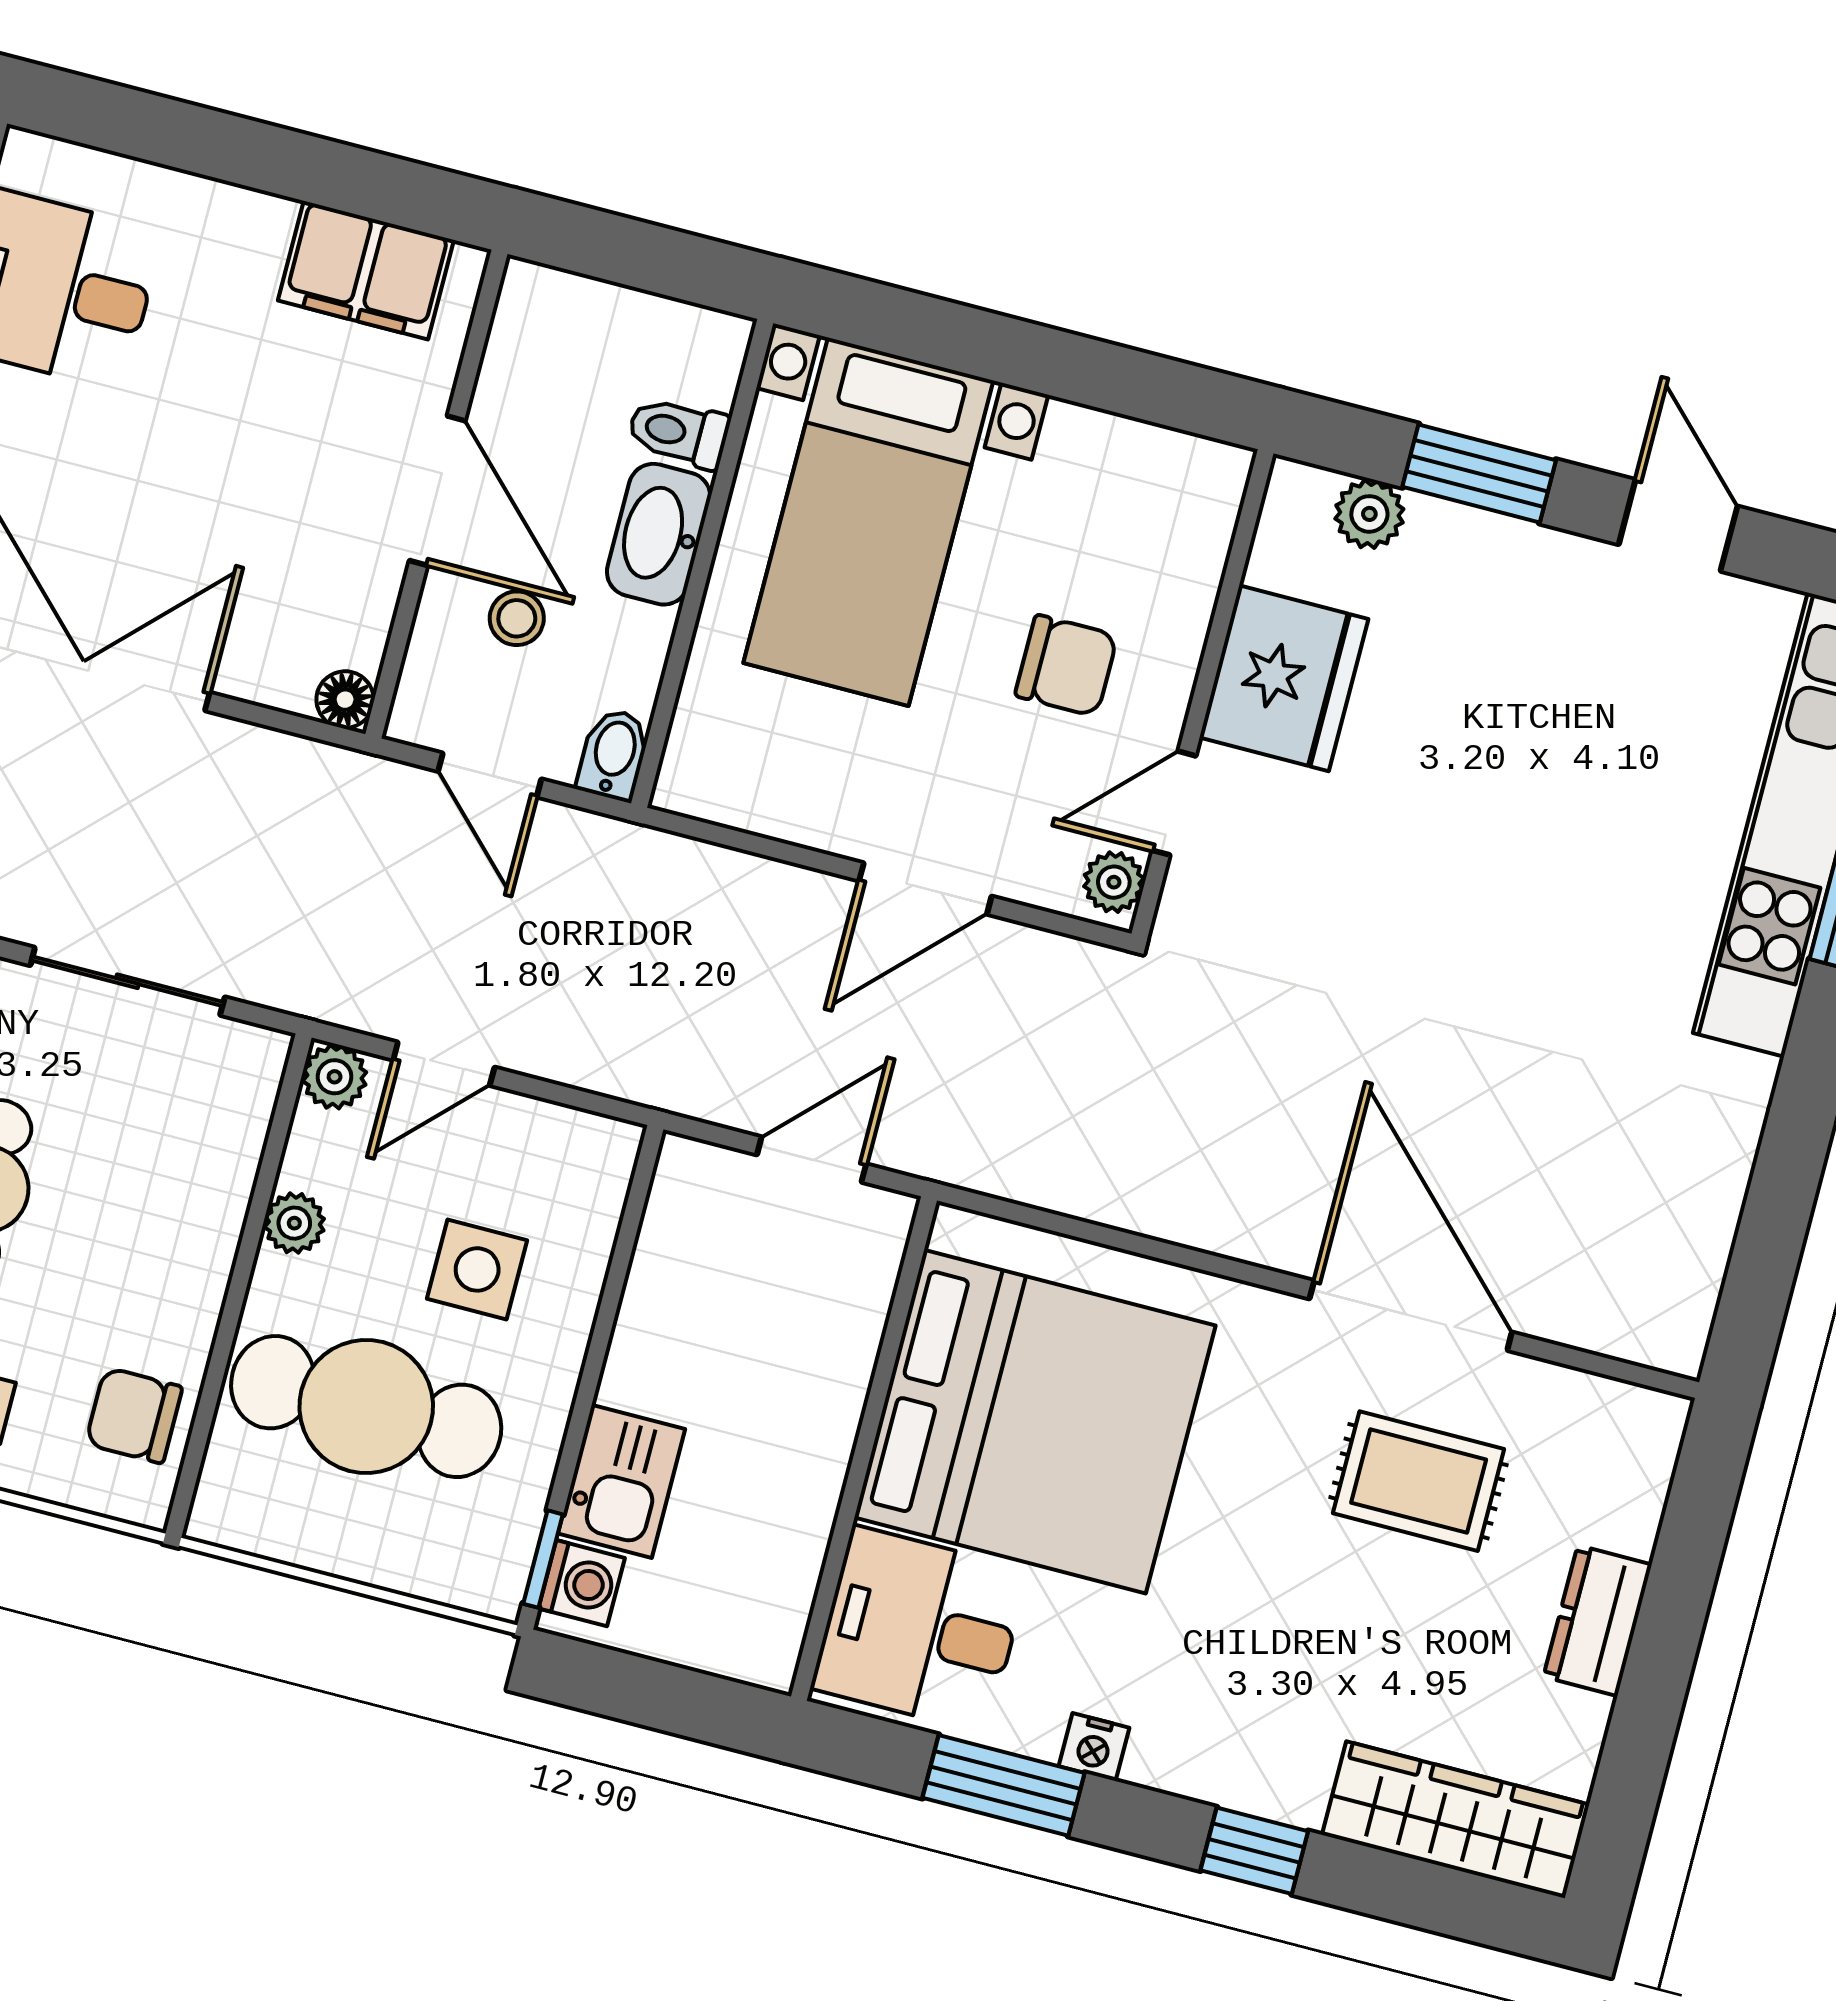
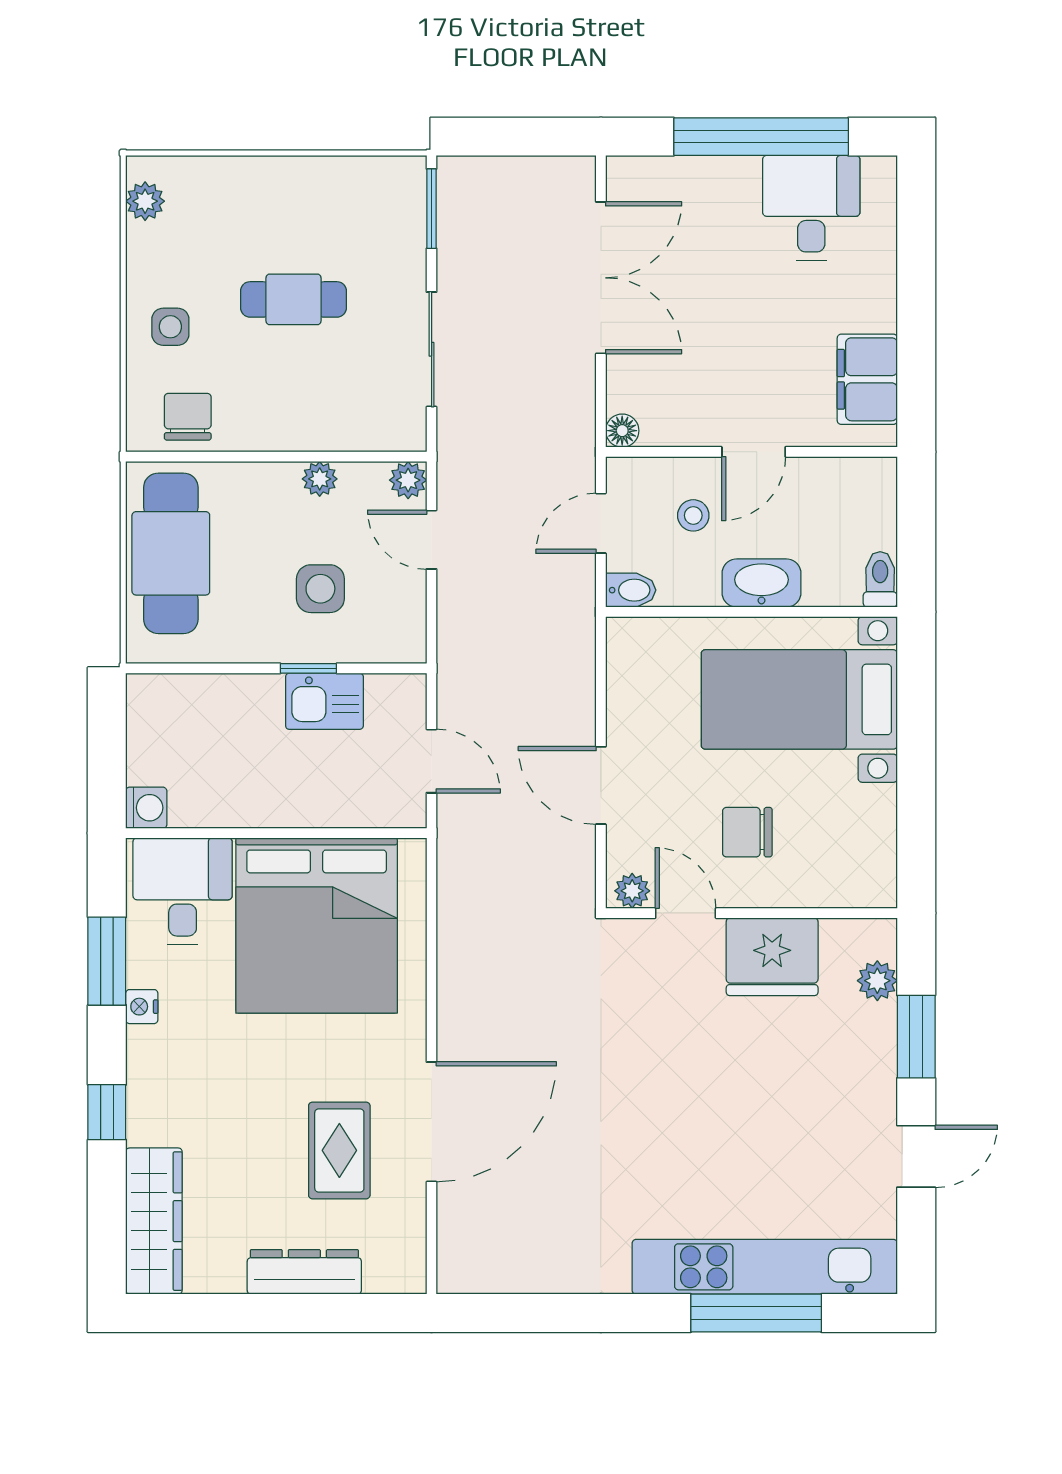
toilet: (679, 432) -> (880, 579), moved
door: (437, 491) -> (754, 452), width x0.73
chair: (1066, 666) -> (747, 832), turned 90
cafe table: (366, 1407) -> (171, 553), moved
kitchen sink: (622, 1481) -> (324, 701), moved
window: (543, 1559) -> (308, 668), moved
washing machine: (582, 1583) -> (146, 808), moved, turned -90
dresser: (1598, 1621) -> (304, 1272), width x1.44

